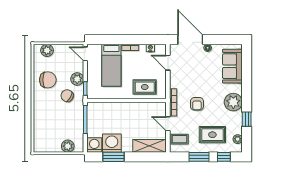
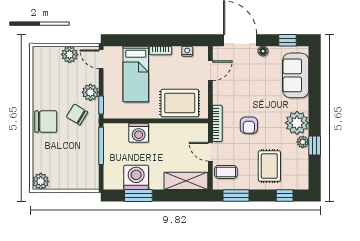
window: (226, 40) -> (288, 40), added
plant: (47, 50) -> (69, 54), moved
door: (168, 63) -> (210, 71), swing flipped
chair: (48, 80) -> (46, 122), moved
rug: (145, 87) -> (180, 103), width x1.36, depth x1.43
rug: (212, 135) -> (269, 166), turned 90
plant: (238, 139) -> (303, 142), moved
washing machine: (94, 145) -> (139, 133), moved, turned 180
plant: (68, 146) -> (41, 181), moved
window: (199, 157) -> (236, 195), moved

